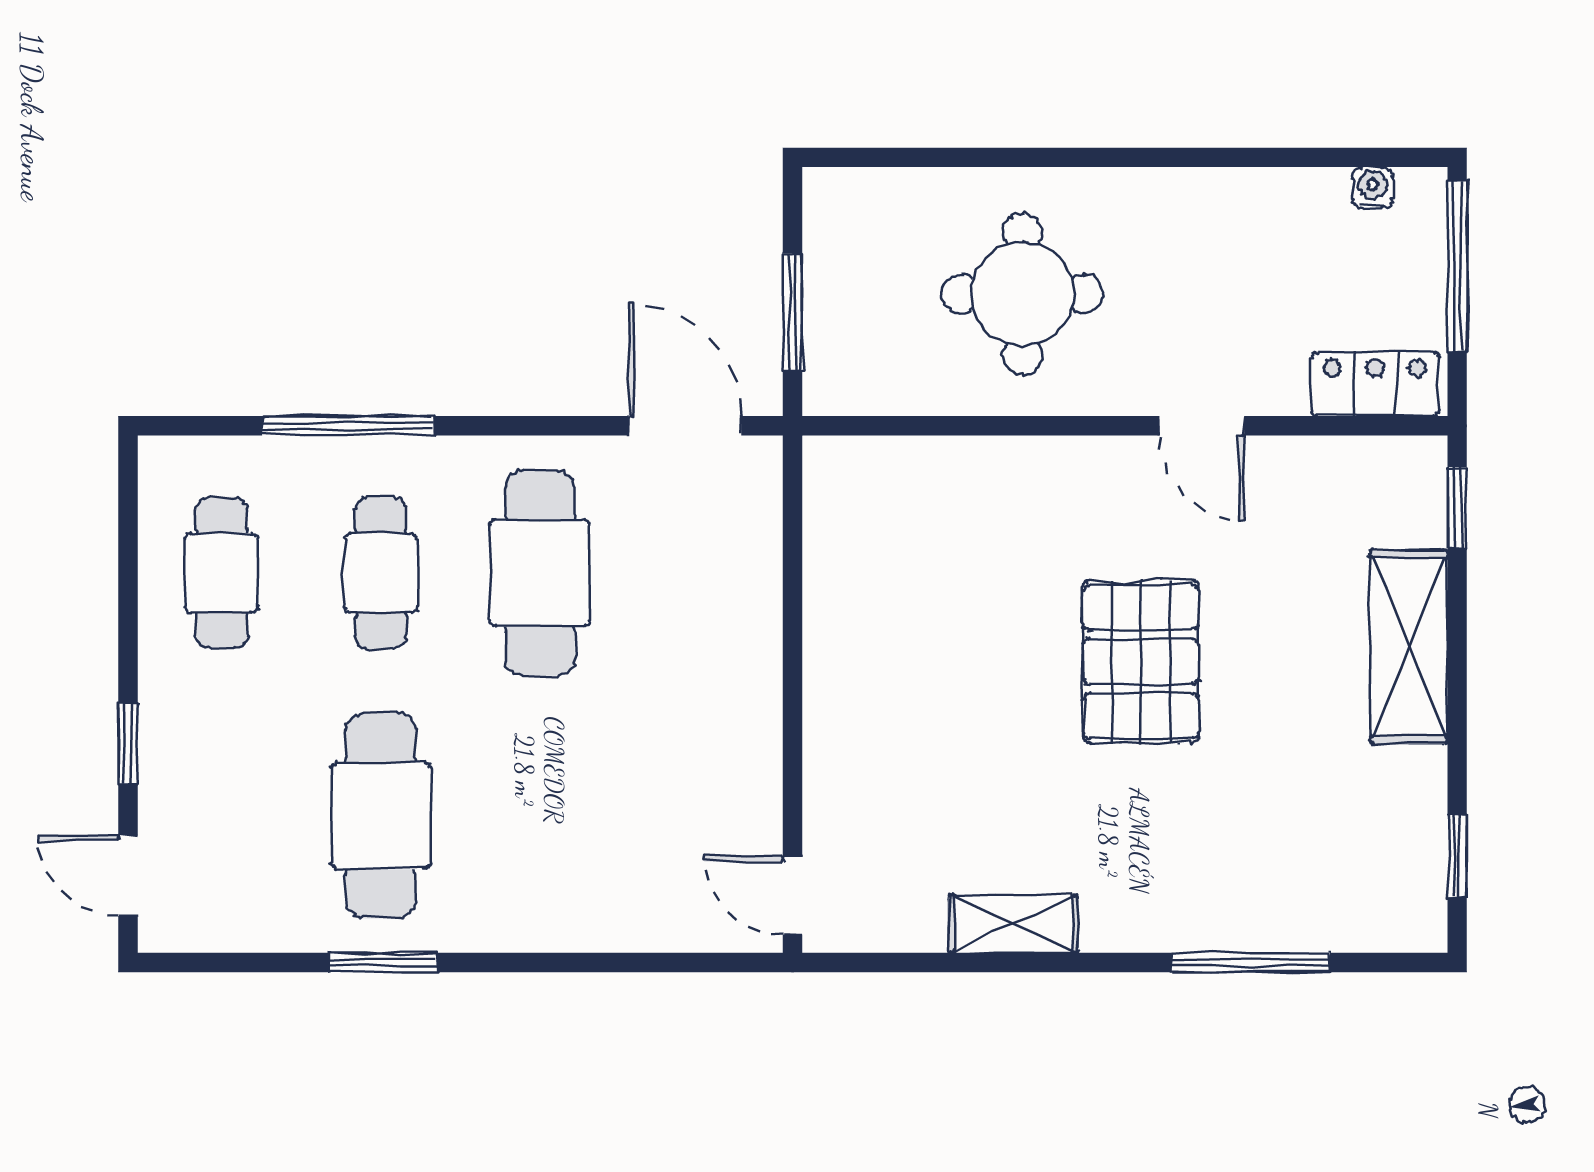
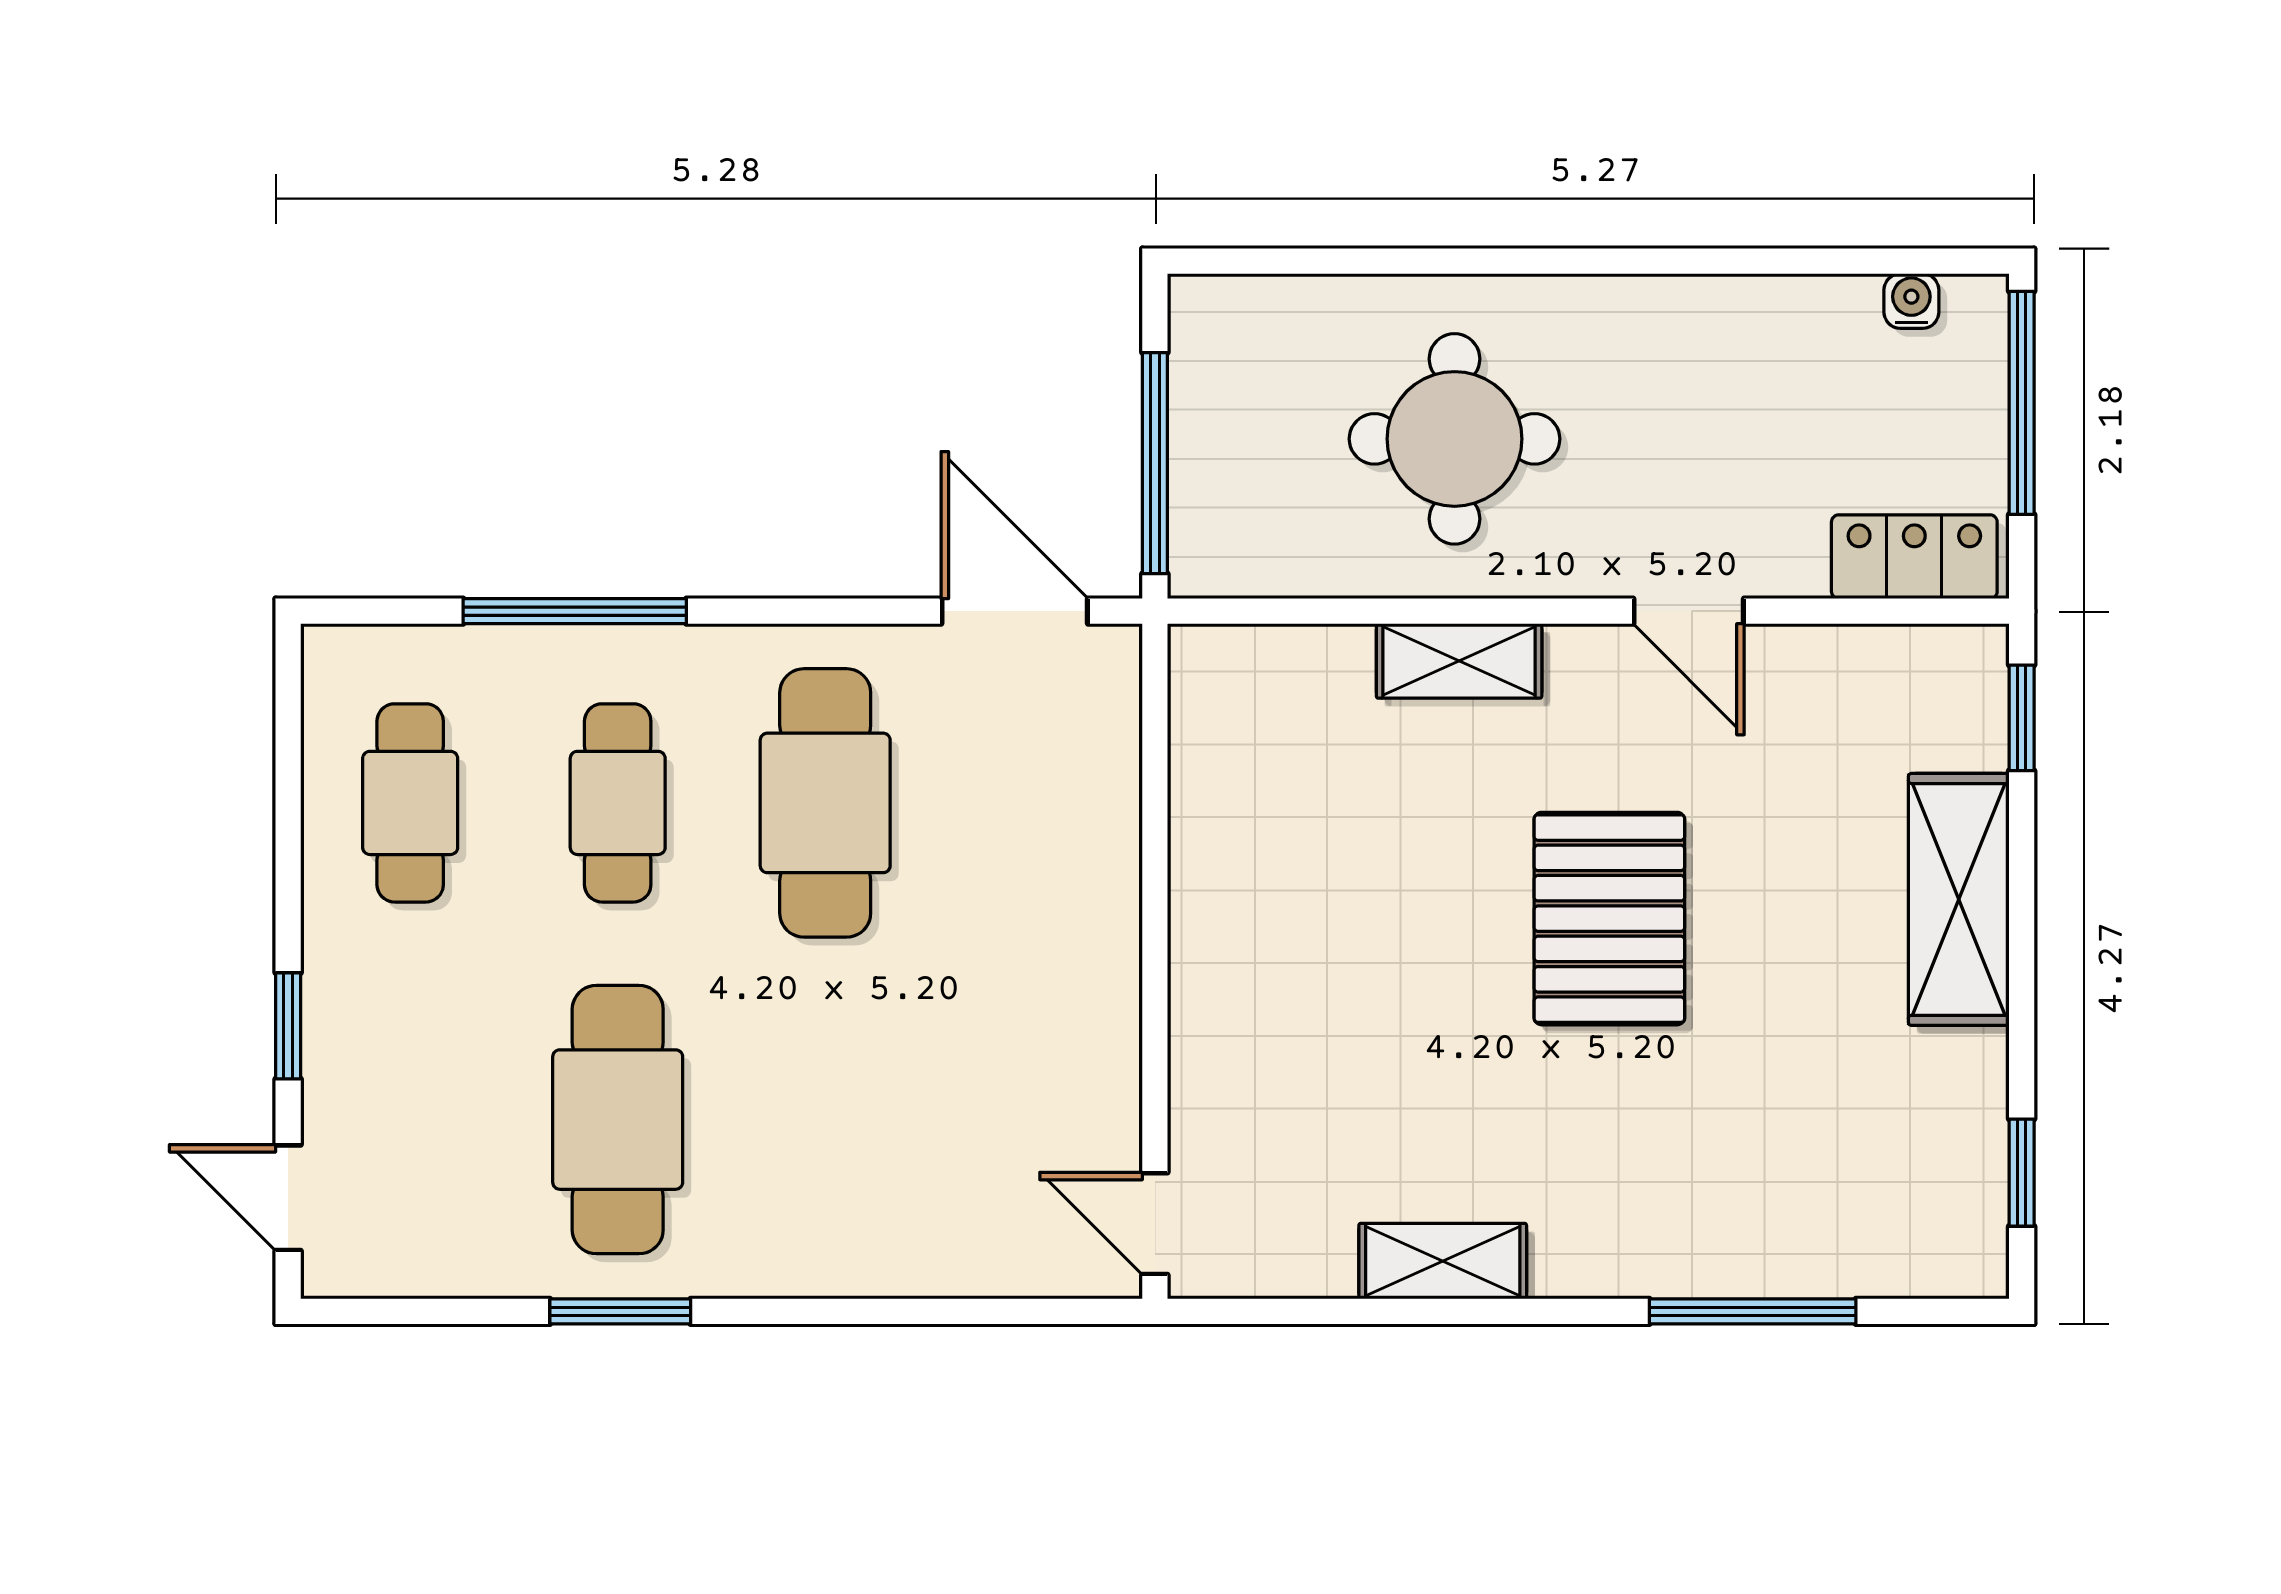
window: (793, 312) -> (1155, 463), width x1.44
shelving: (1026, 464) -> (1459, 661), added

